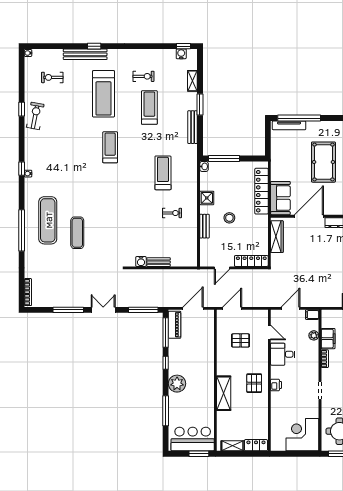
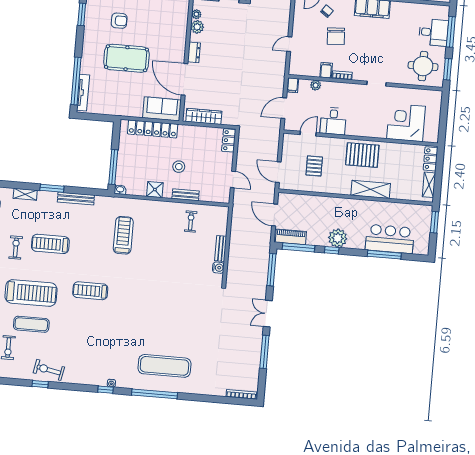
treadmill: (163, 173) -> (123, 235), turned 90
exercise bike: (172, 213) -> (191, 221), moved
window: (22, 230) -> (155, 394), moved
exercise mat: (77, 233) -> (31, 324), moved
locker: (251, 261) -> (229, 140), width x0.66
door: (291, 308) -> (284, 108), hinge flipped
filing cabinet: (328, 339) -> (326, 70), width x0.50
pallet: (254, 383) -> (362, 155), width x1.50, depth x1.42
plant: (177, 384) -> (338, 238), moved
printer: (276, 385) -> (366, 131), removed
corner desk: (302, 435) -> (406, 123), moved, turned 90
bar counter: (193, 439) -> (390, 239), moved, turned 90

